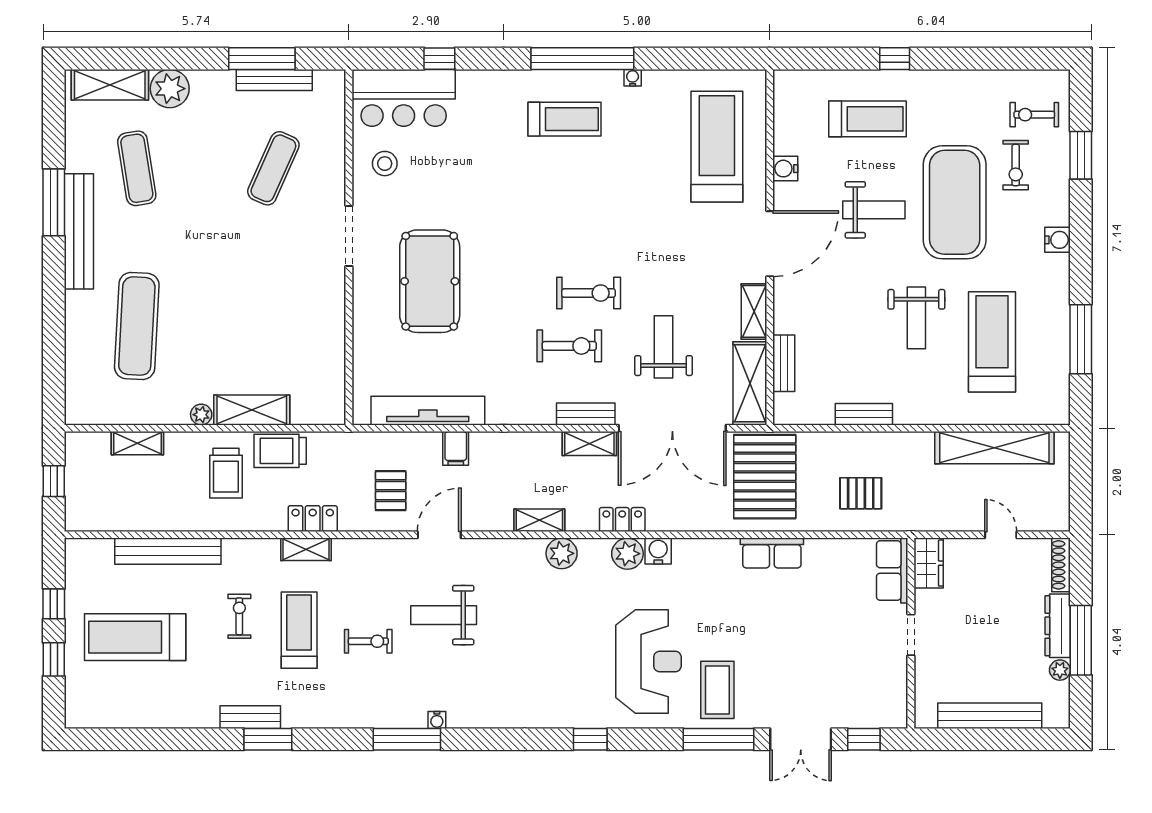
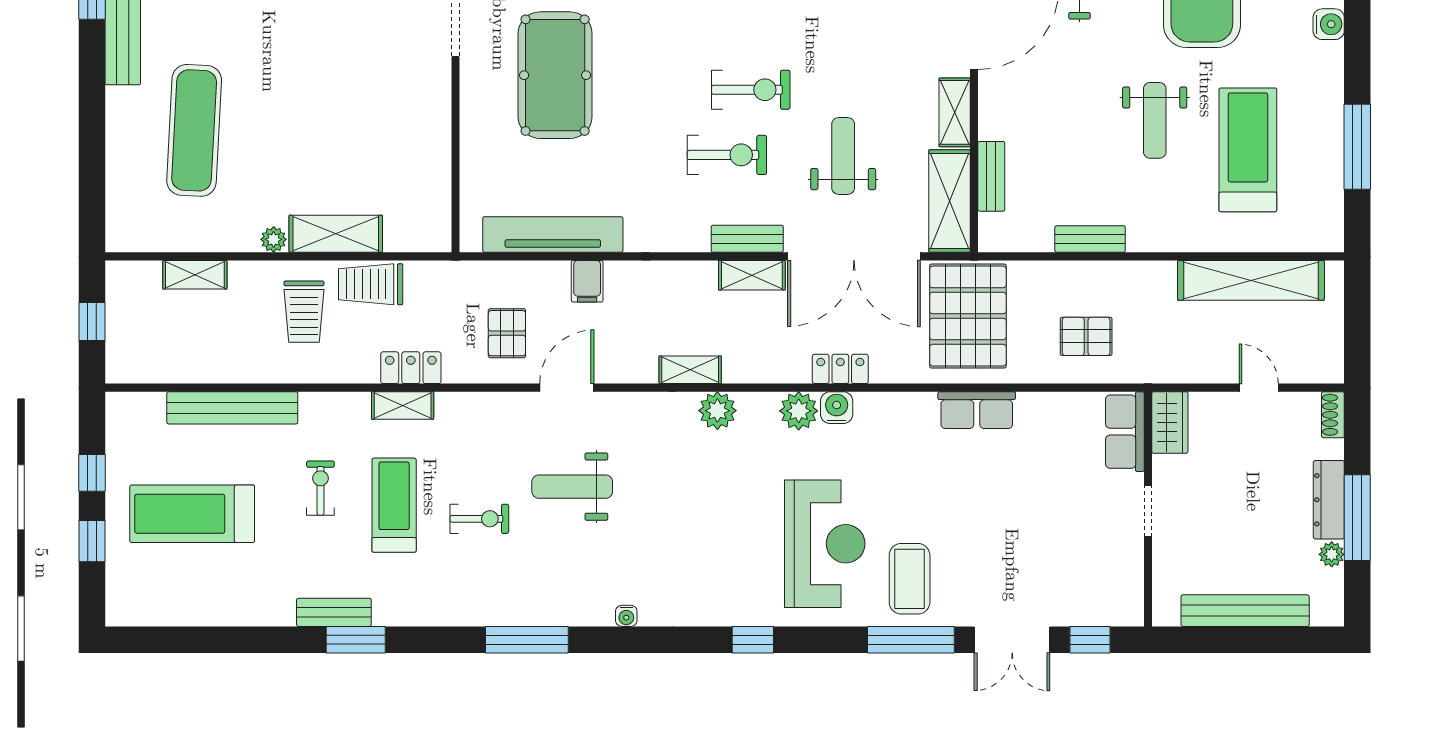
locker: (622, 520) -> (840, 369), moved
shoe rack: (1061, 565) -> (1333, 415), width x0.70
water cooler: (437, 720) -> (626, 616), moved

